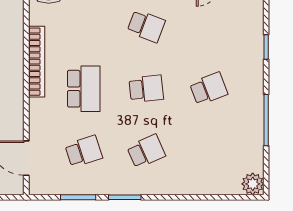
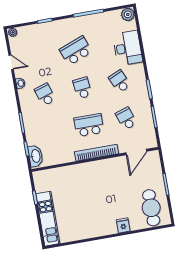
school desk: (146, 26) -> (45, 94), turned -39
bookcase: (37, 62) -> (96, 153), moved
school desk: (209, 89) -> (76, 51), width x1.85
desk: (198, 174) -> (128, 48), added

